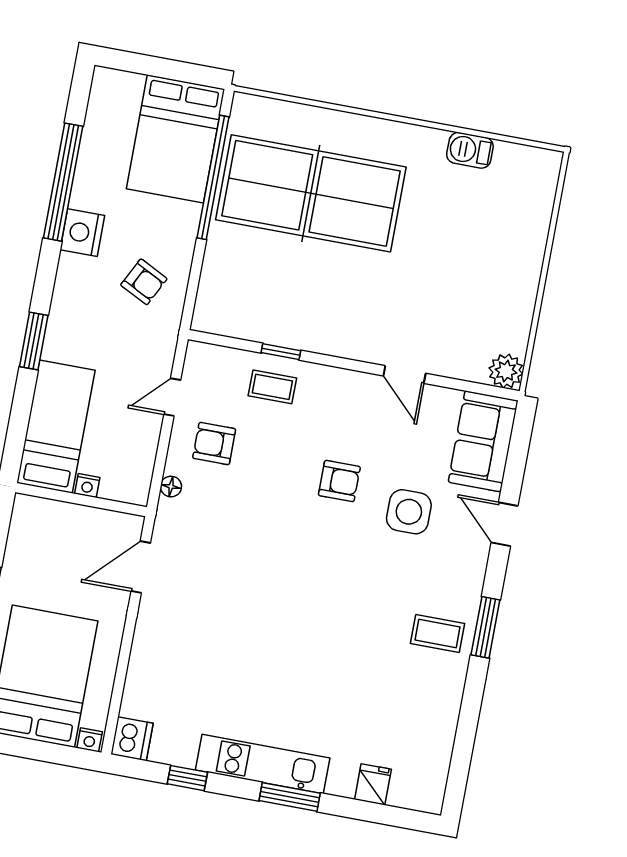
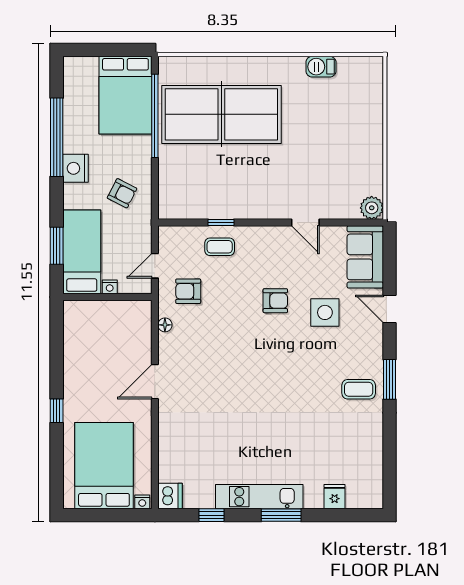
bed: (56, 427) -> (82, 252), moved
nightstand: (87, 486) -> (110, 287), moved
wall: (81, 500) -> (107, 297), moved

